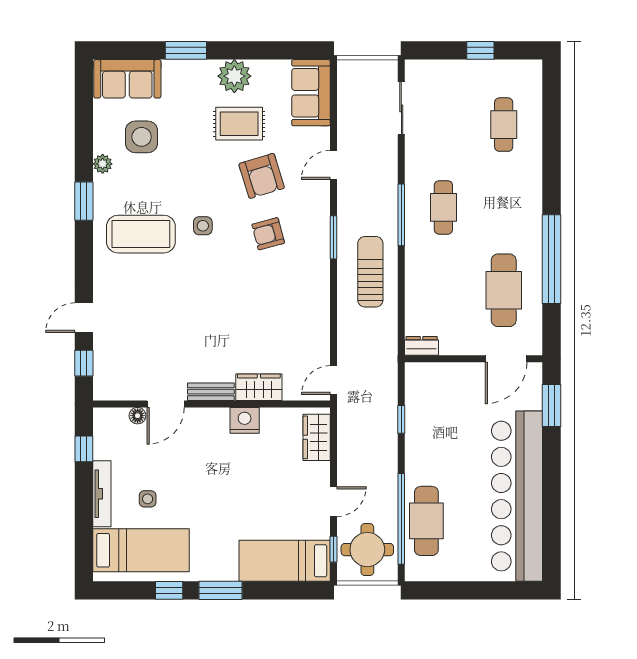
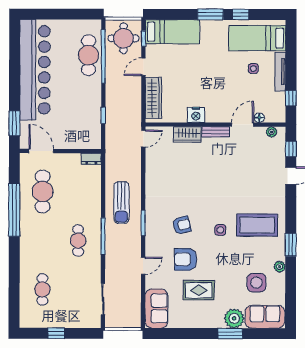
plant: (234, 76) -> (234, 318), moved
armchair: (262, 176) -> (186, 259), turned -73
door: (506, 359) -> (41, 151), hinge flipped
plant: (117, 392) -> (271, 132), added
wardrobe: (317, 437) -> (153, 98), width x1.50

